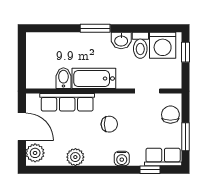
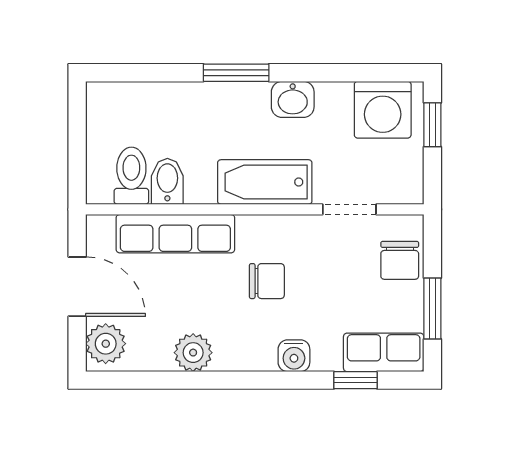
toilet: (140, 45) -> (131, 176), moved, turned 180
bathtub: (94, 78) -> (265, 182), moved
chair: (170, 115) -> (400, 260), turned 180

